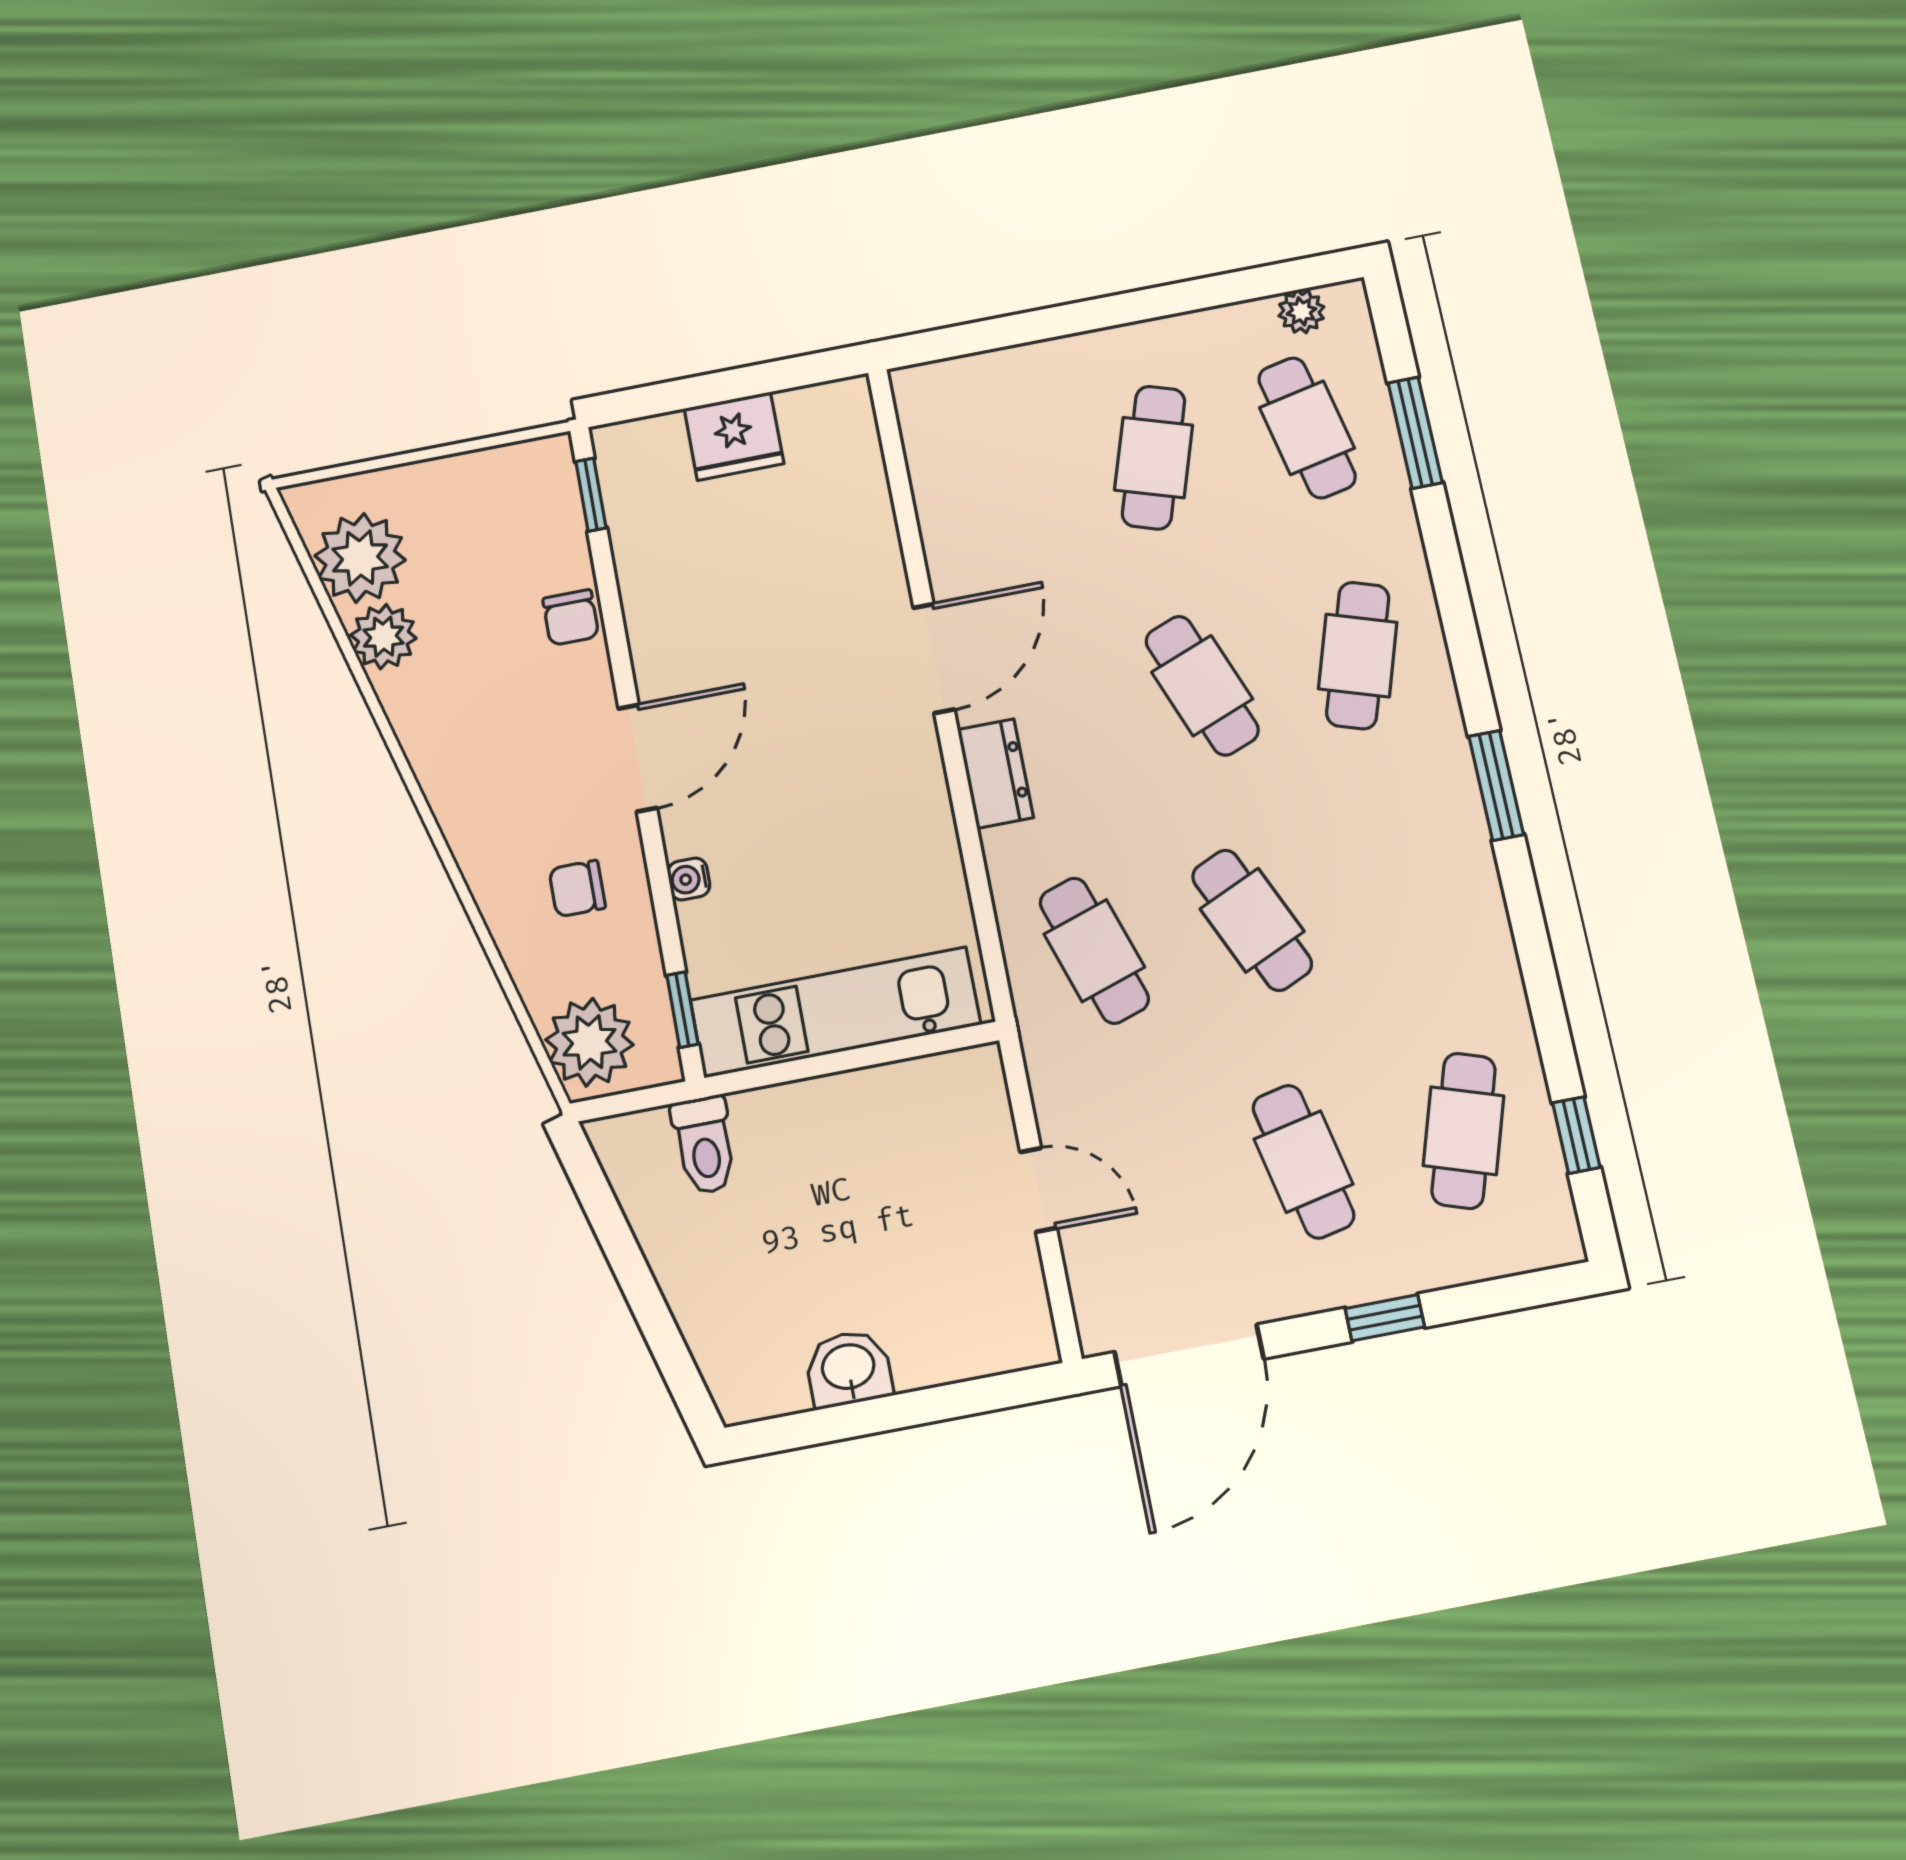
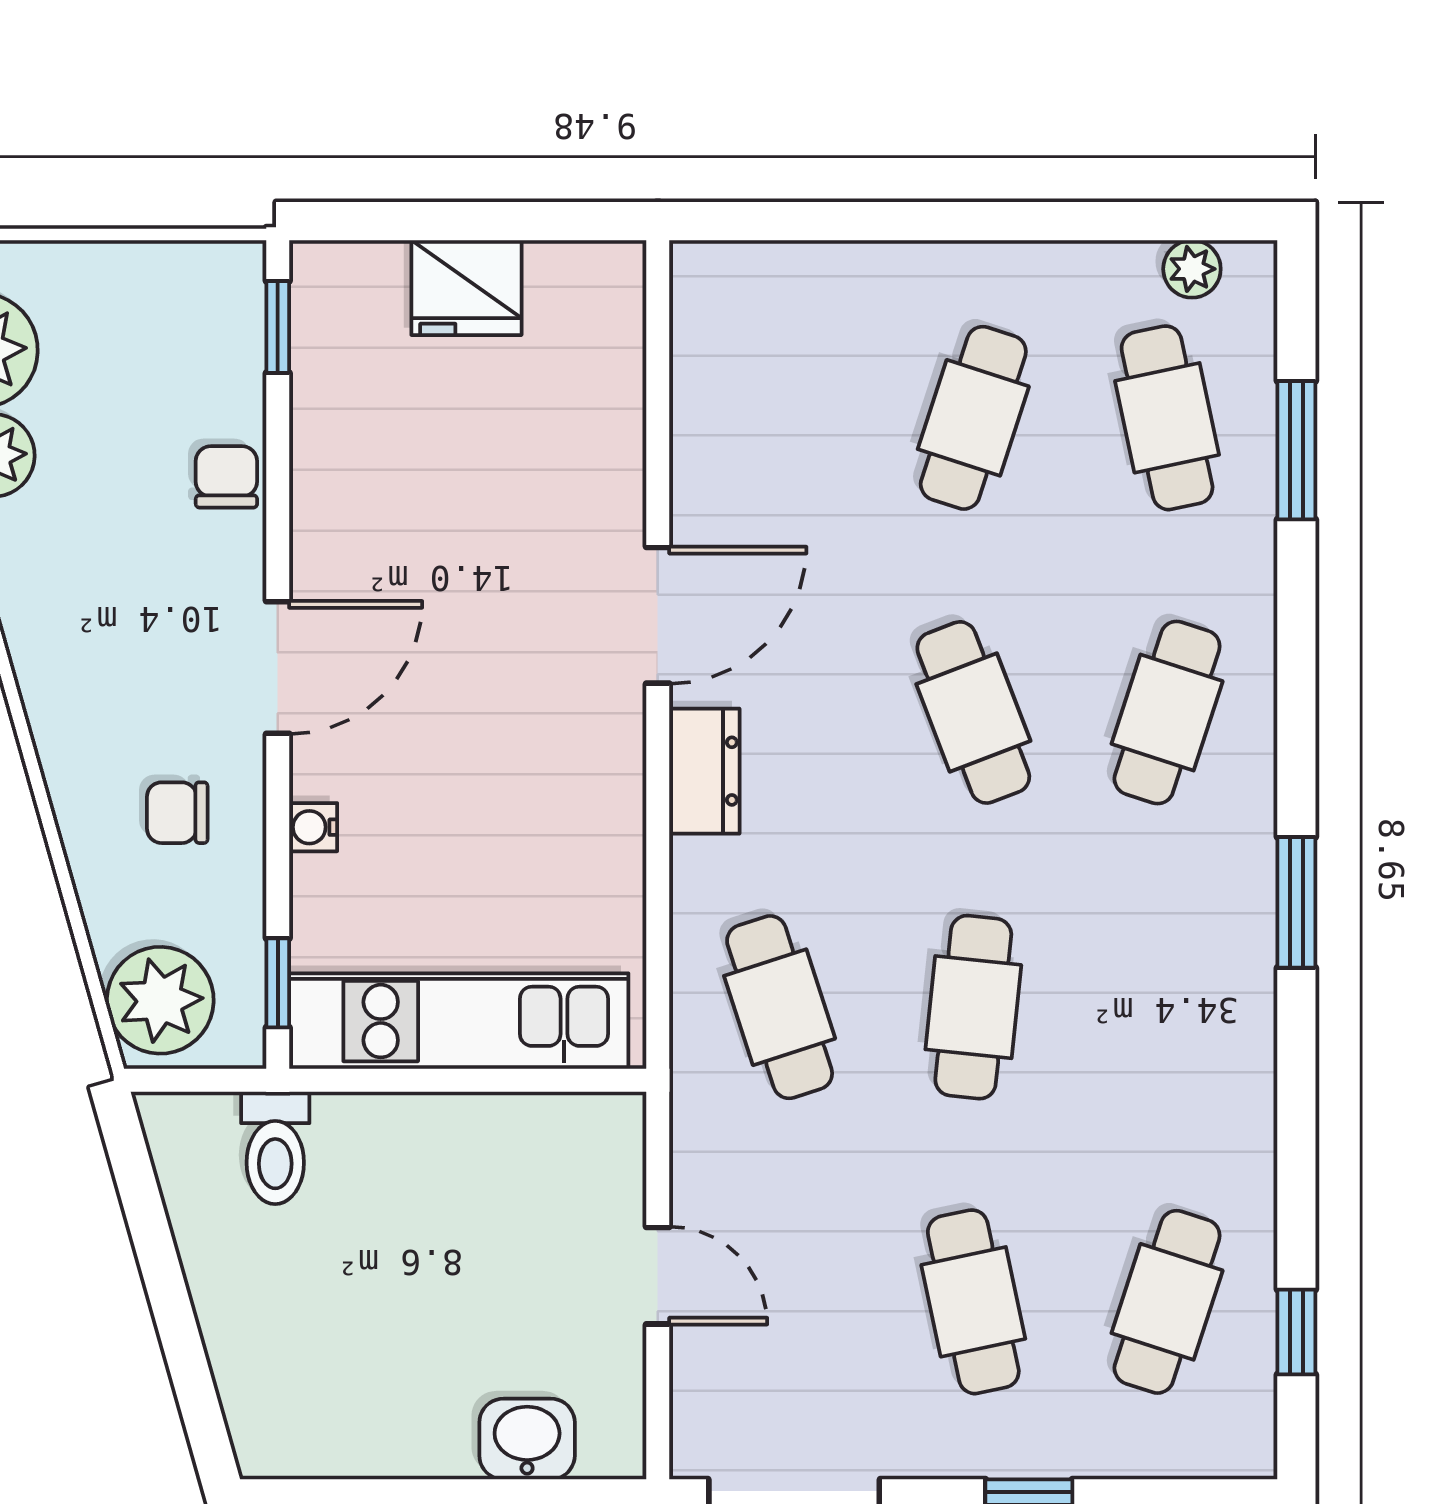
chair: (571, 618) -> (226, 477), turned 180
cafe table: (1252, 920) -> (973, 1007), turned 30
washbasin: (848, 1369) -> (527, 1439), moved

